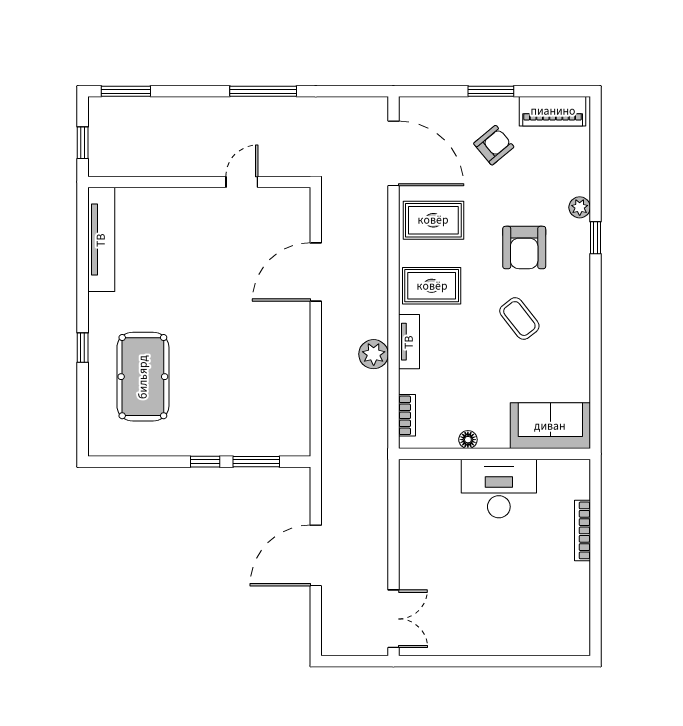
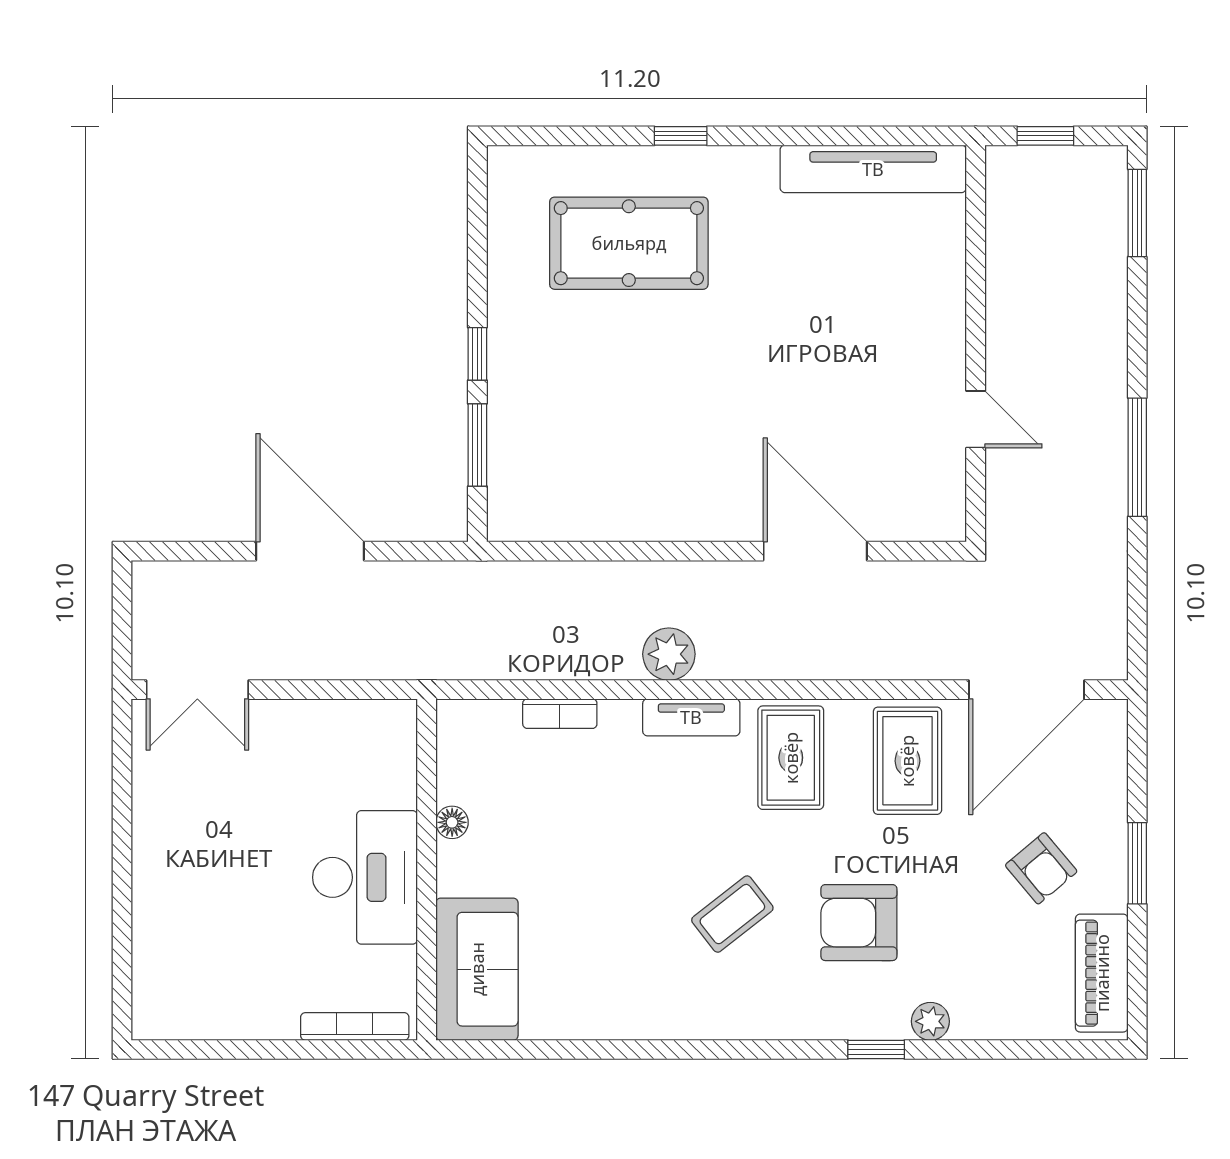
sofa: (550, 426) -> (477, 969), moved
floor lamp: (468, 440) -> (452, 822), moved
wall: (494, 454) -> (427, 870), moved
desk: (499, 488) -> (365, 877), moved

